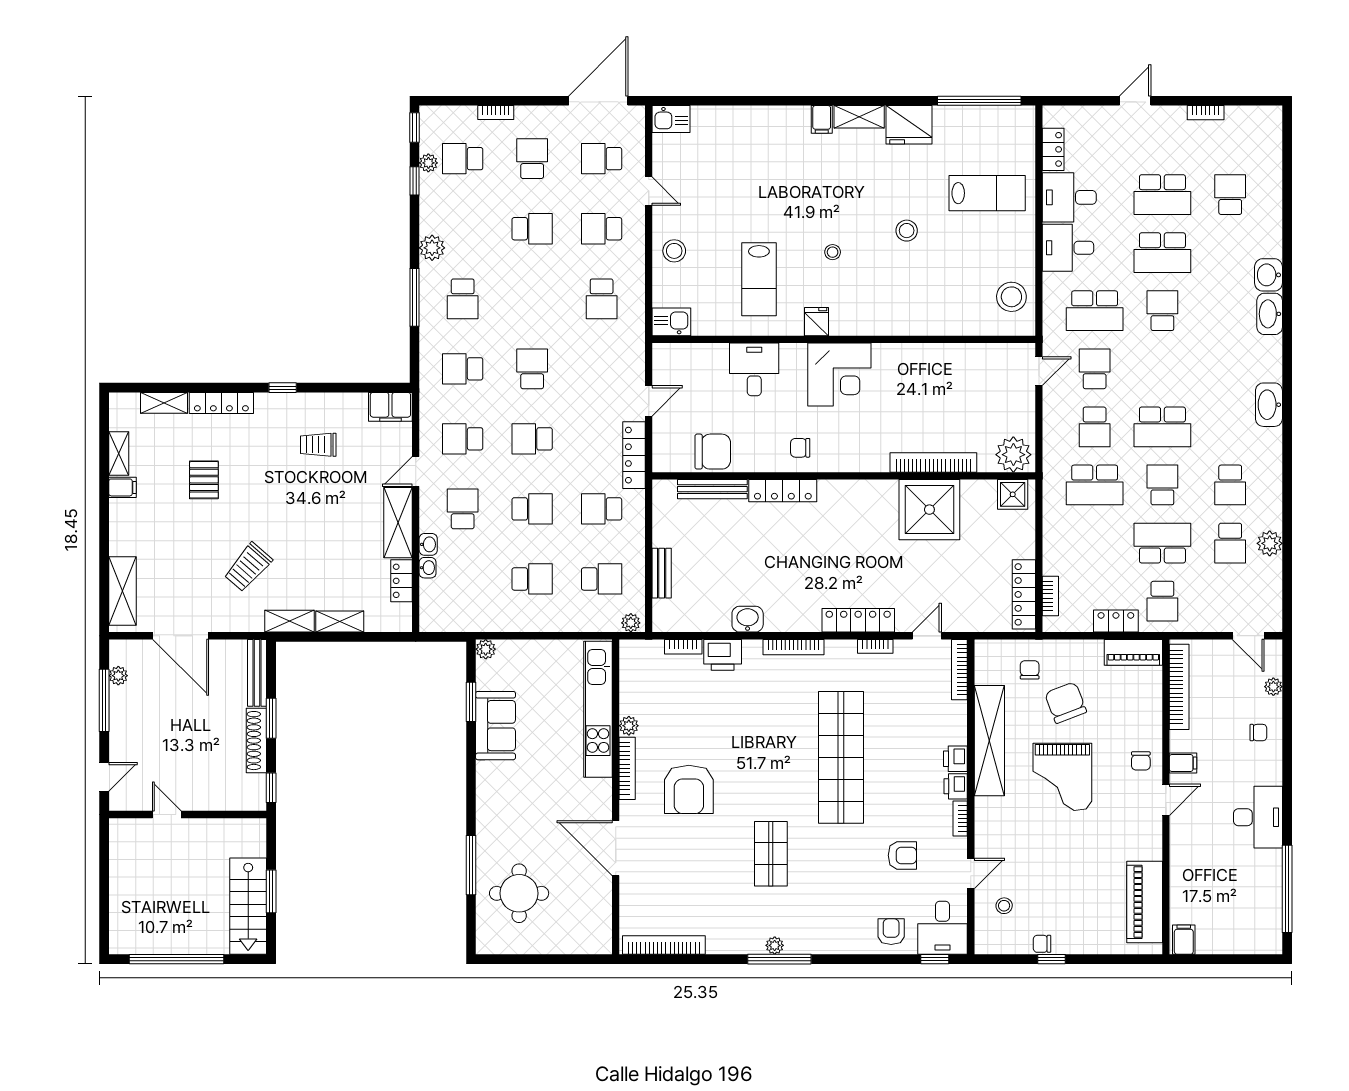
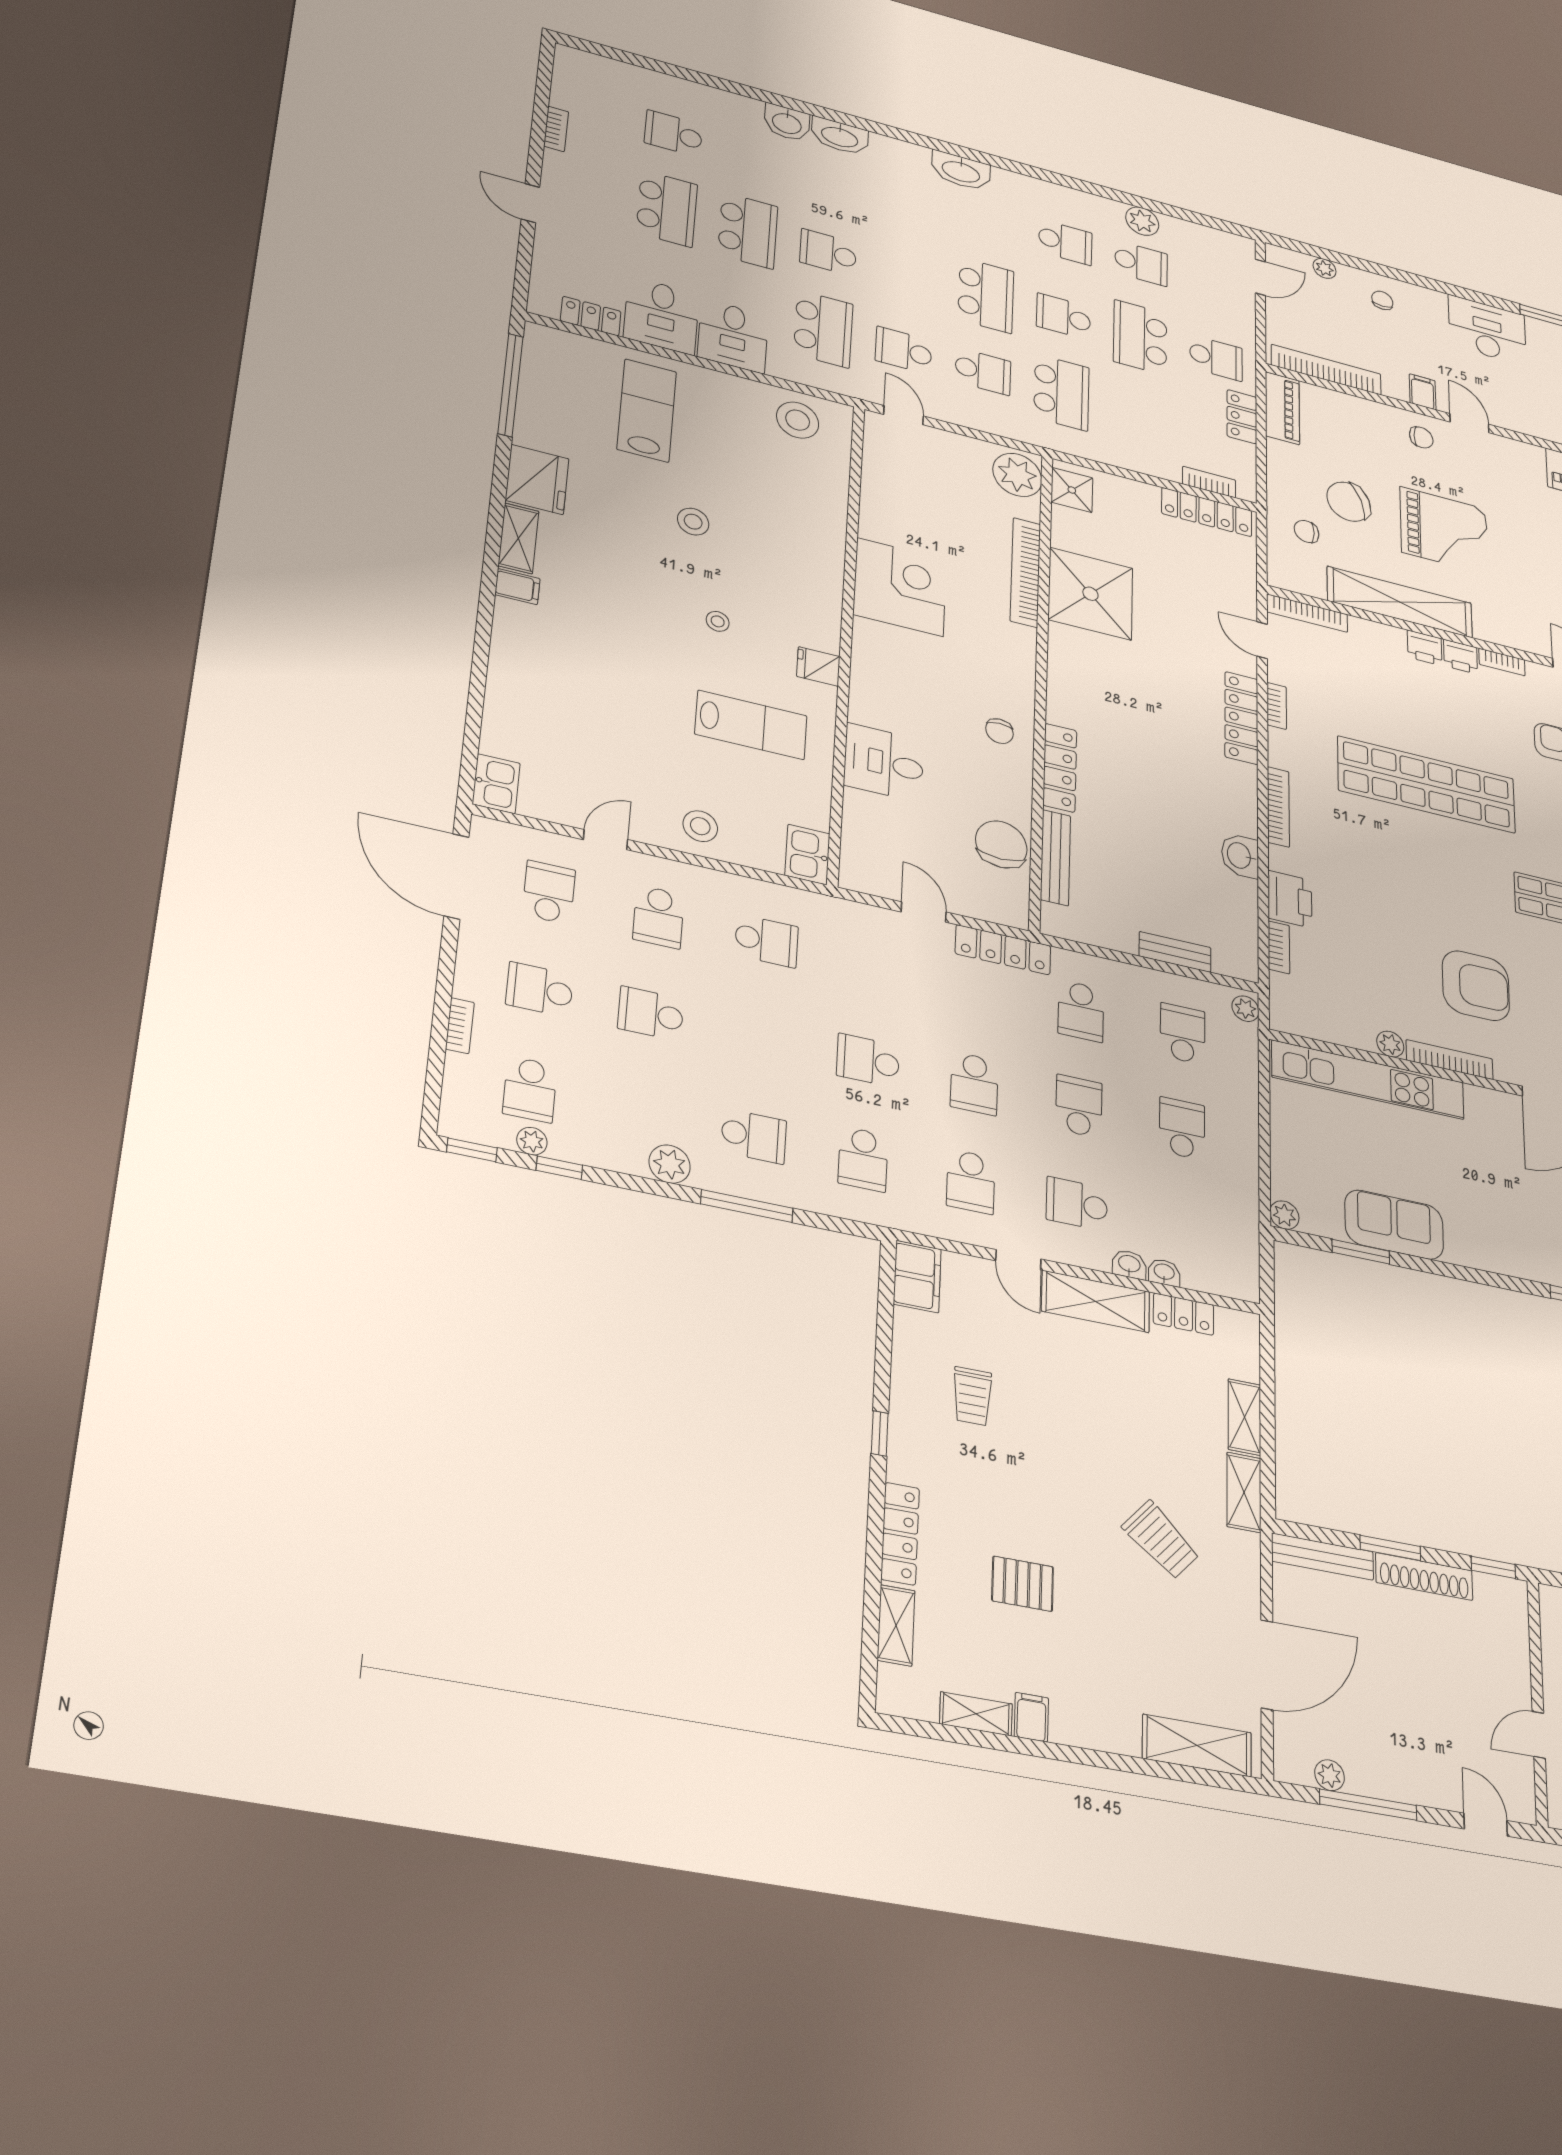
school desk: (602, 159) -> (549, 892), turned 180
school desk: (532, 229) -> (651, 1014), turned -90
corner desk: (839, 375) -> (900, 587), moved

